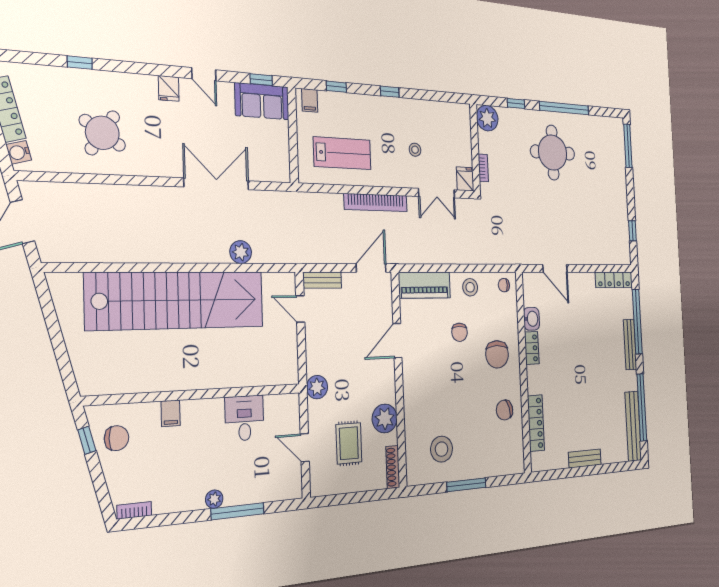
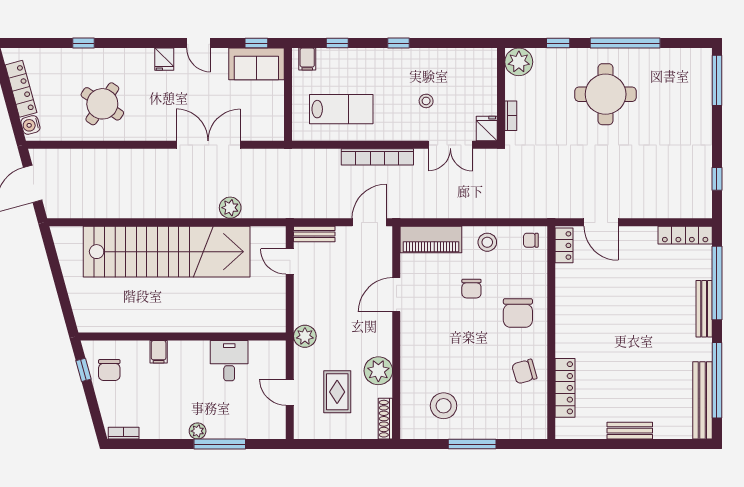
washbasin: (531, 319) -> (566, 277), removed
locker: (532, 348) -> (564, 245), moved
chair: (117, 438) -> (109, 370), turned 90

